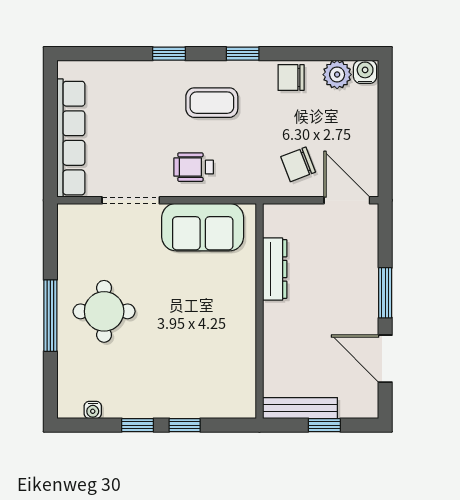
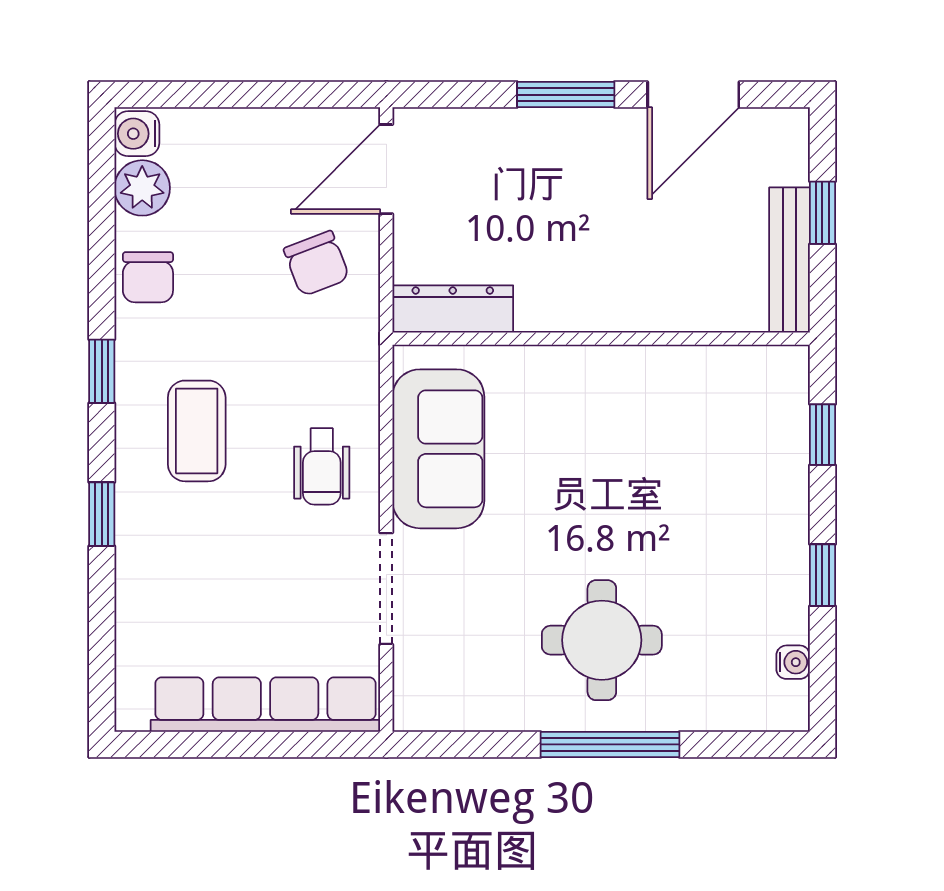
dresser: (275, 269) -> (453, 309), moved
window: (185, 425) -> (822, 435), moved

